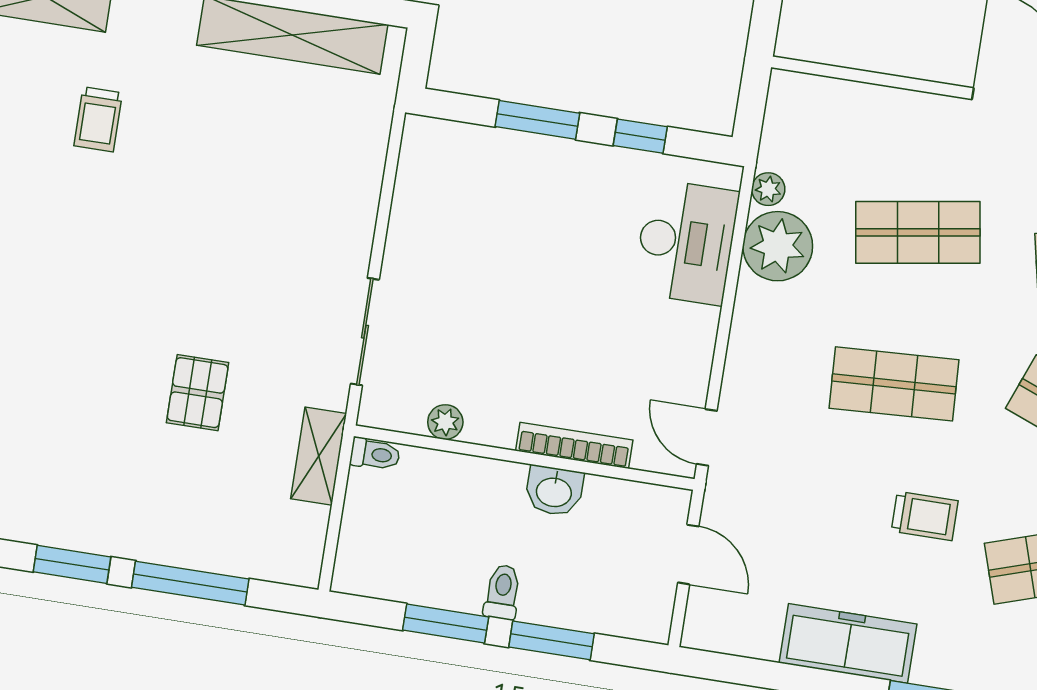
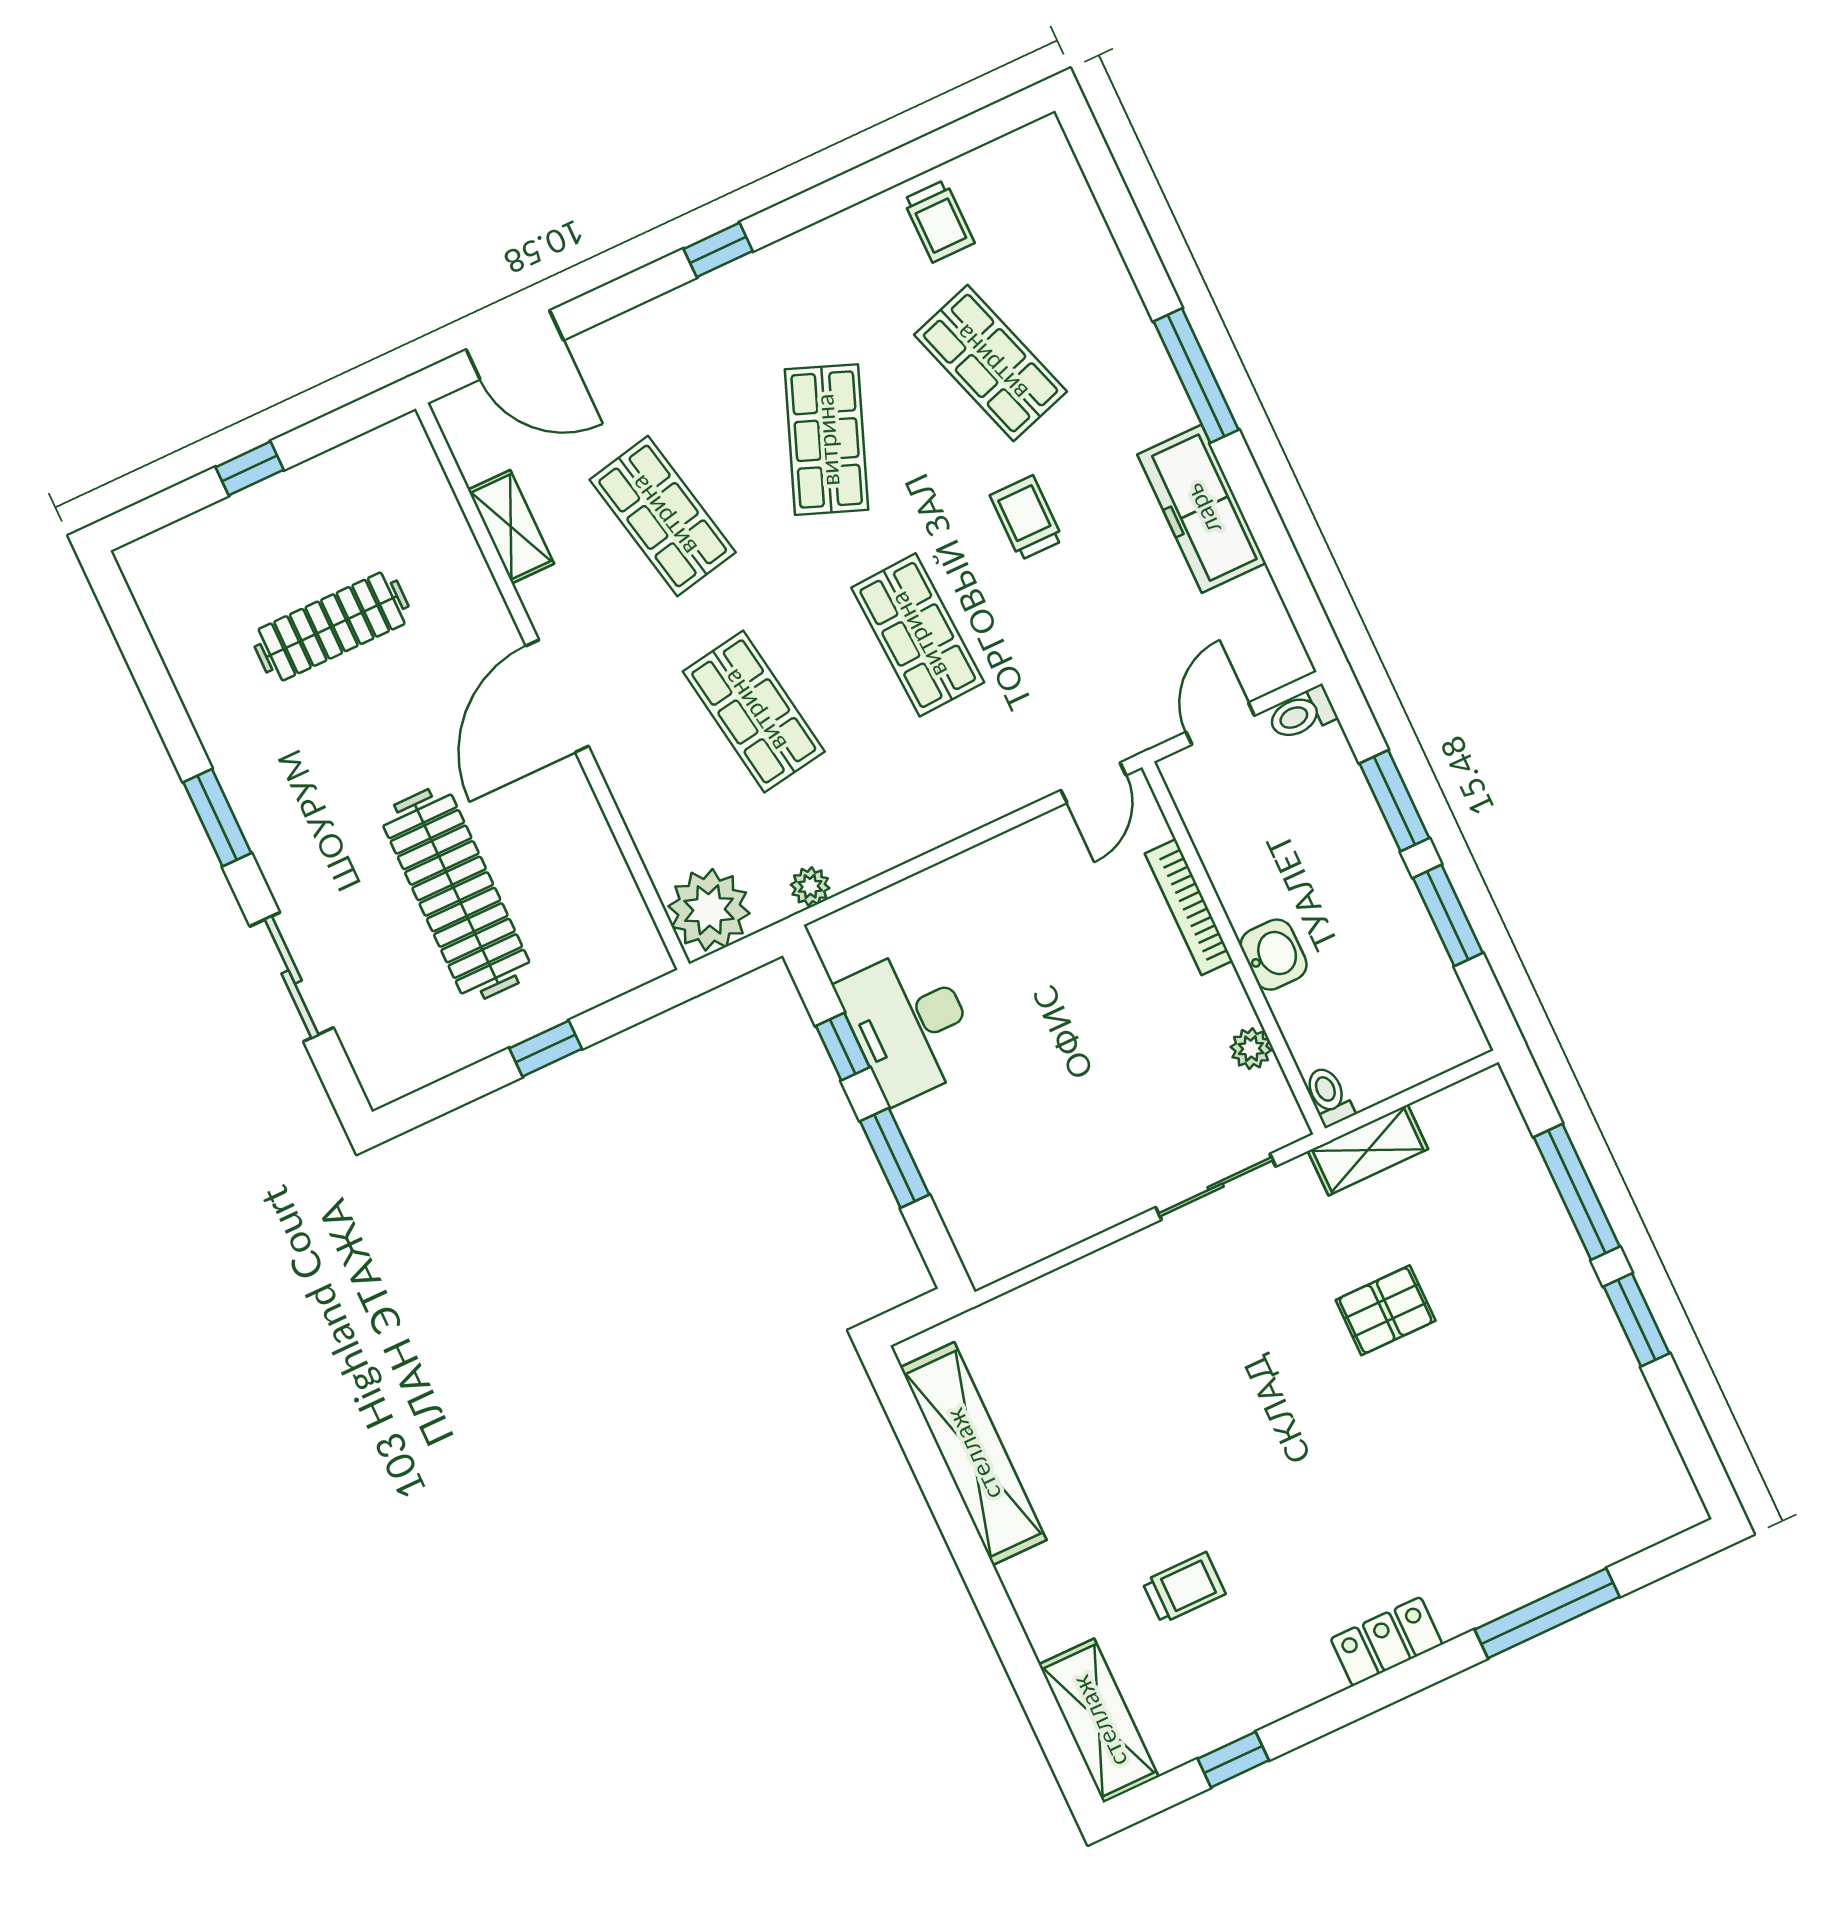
desk: (686, 242) -> (909, 1024), moved, turned -90
plant: (778, 246) -> (709, 910), moved
washbasin: (554, 491) -> (1274, 955), moved
toilet: (502, 592) -> (1302, 714), moved

